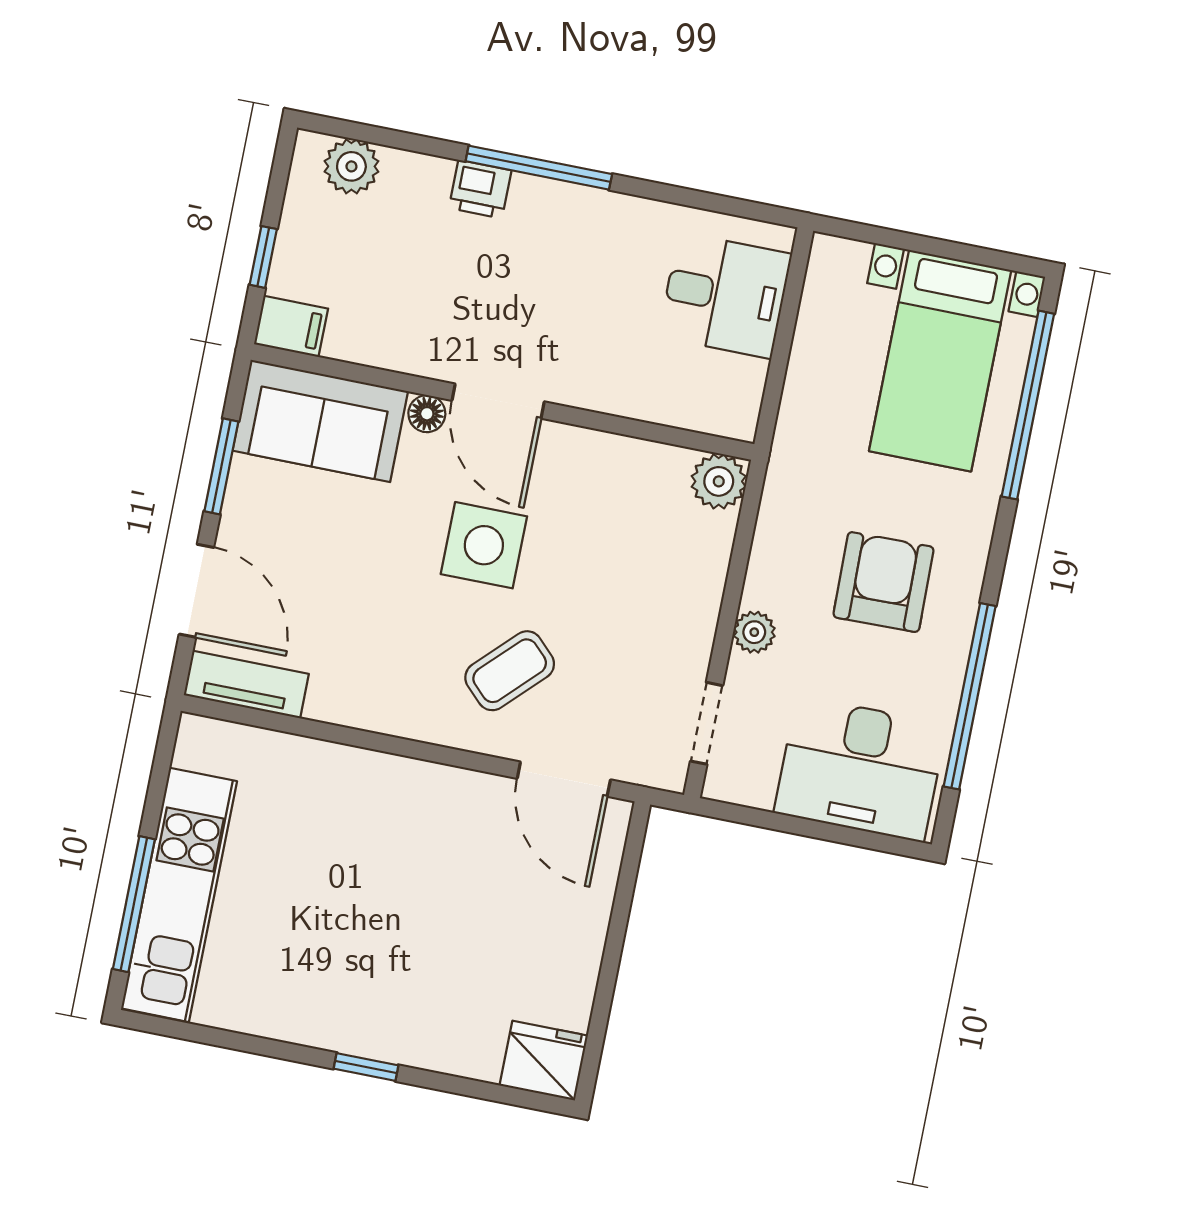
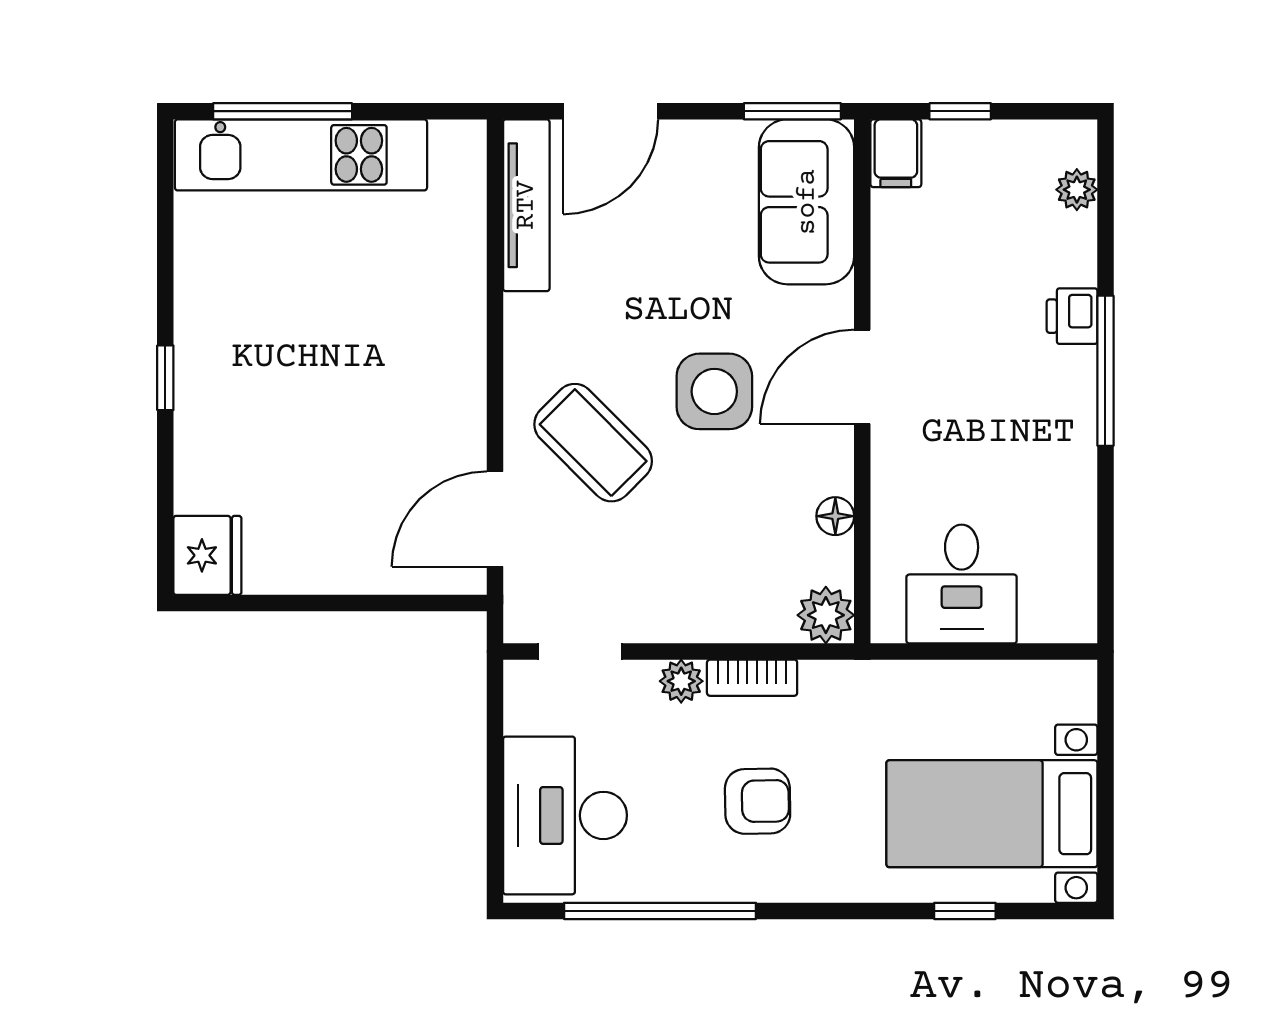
plant: (351, 166) -> (1077, 190), width x0.73, depth x0.73
desk: (725, 295) -> (962, 584), moved
window: (1028, 405) -> (965, 911), width x0.32
floor lamp: (427, 414) -> (835, 516), moved
window: (221, 466) -> (792, 111), moved
bookcase: (765, 564) -> (752, 678), added
armchair: (883, 582) -> (758, 801), width x0.72, depth x0.72
coffee table: (510, 671) -> (593, 443), width x1.36, depth x1.30
tv unit: (246, 684) -> (526, 205), width x1.41

